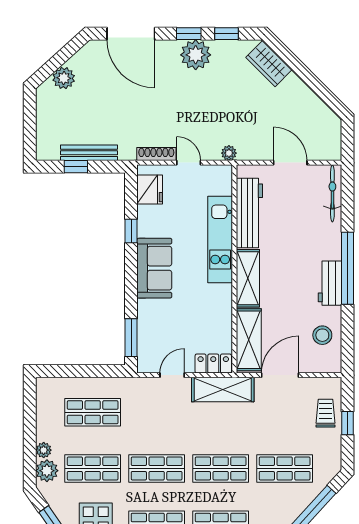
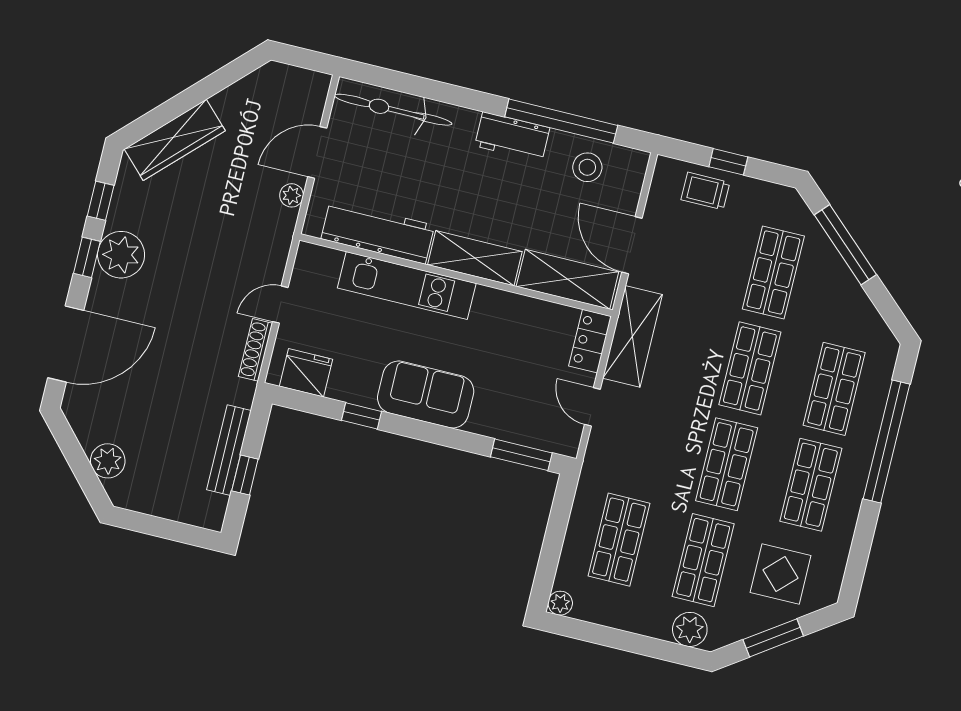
wardrobe: (269, 64) -> (175, 140), width x1.50
plant: (229, 153) -> (292, 195), moved
bicycle: (332, 193) -> (393, 110), width x1.37, depth x1.40
window: (347, 268) -> (561, 121), moved
plant: (44, 450) -> (560, 603), moved

